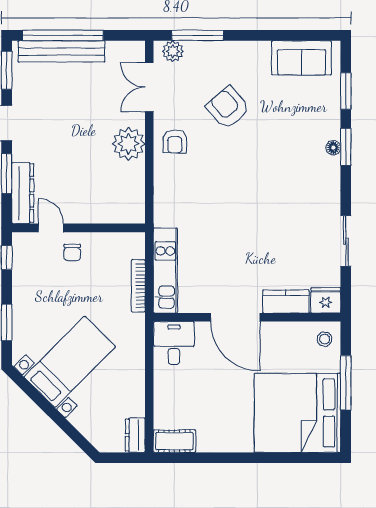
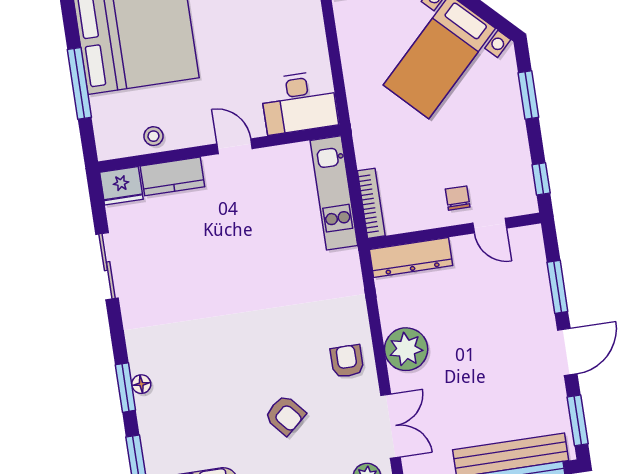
armchair: (228, 108) -> (285, 415), width x0.72, depth x0.72
dresser: (23, 193) -> (411, 257), moved, turned -90
bookcase: (138, 286) -> (371, 203), moved
door: (235, 317) -> (235, 146), width x0.53
stool: (325, 339) -> (153, 136), moved
desk: (174, 343) -> (299, 102), width x1.37

